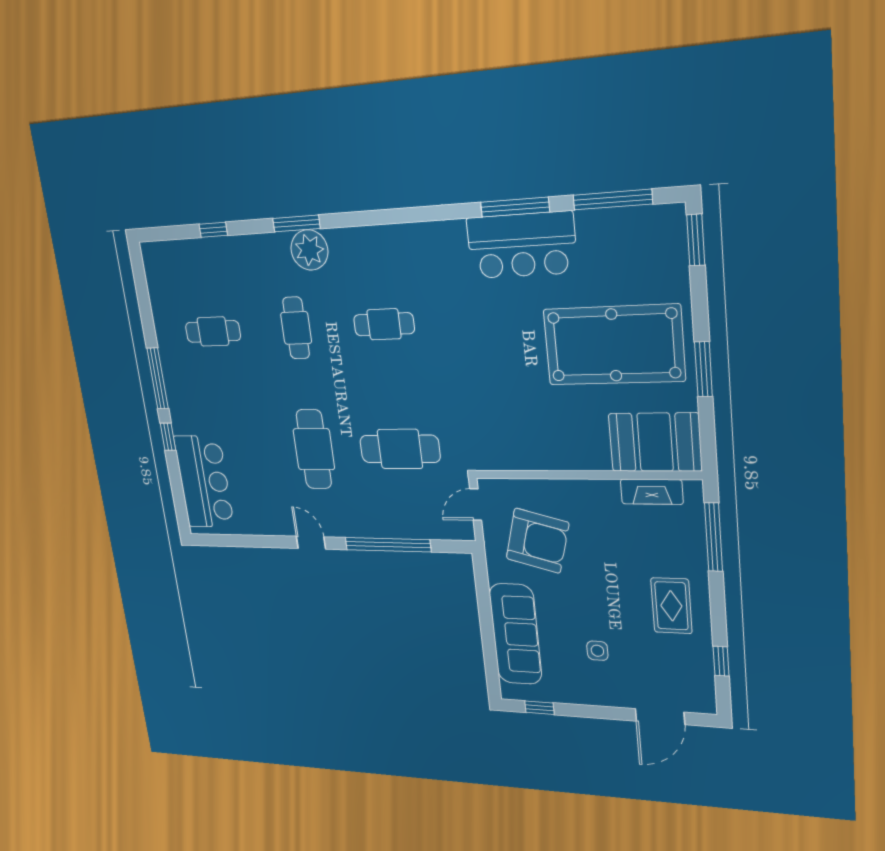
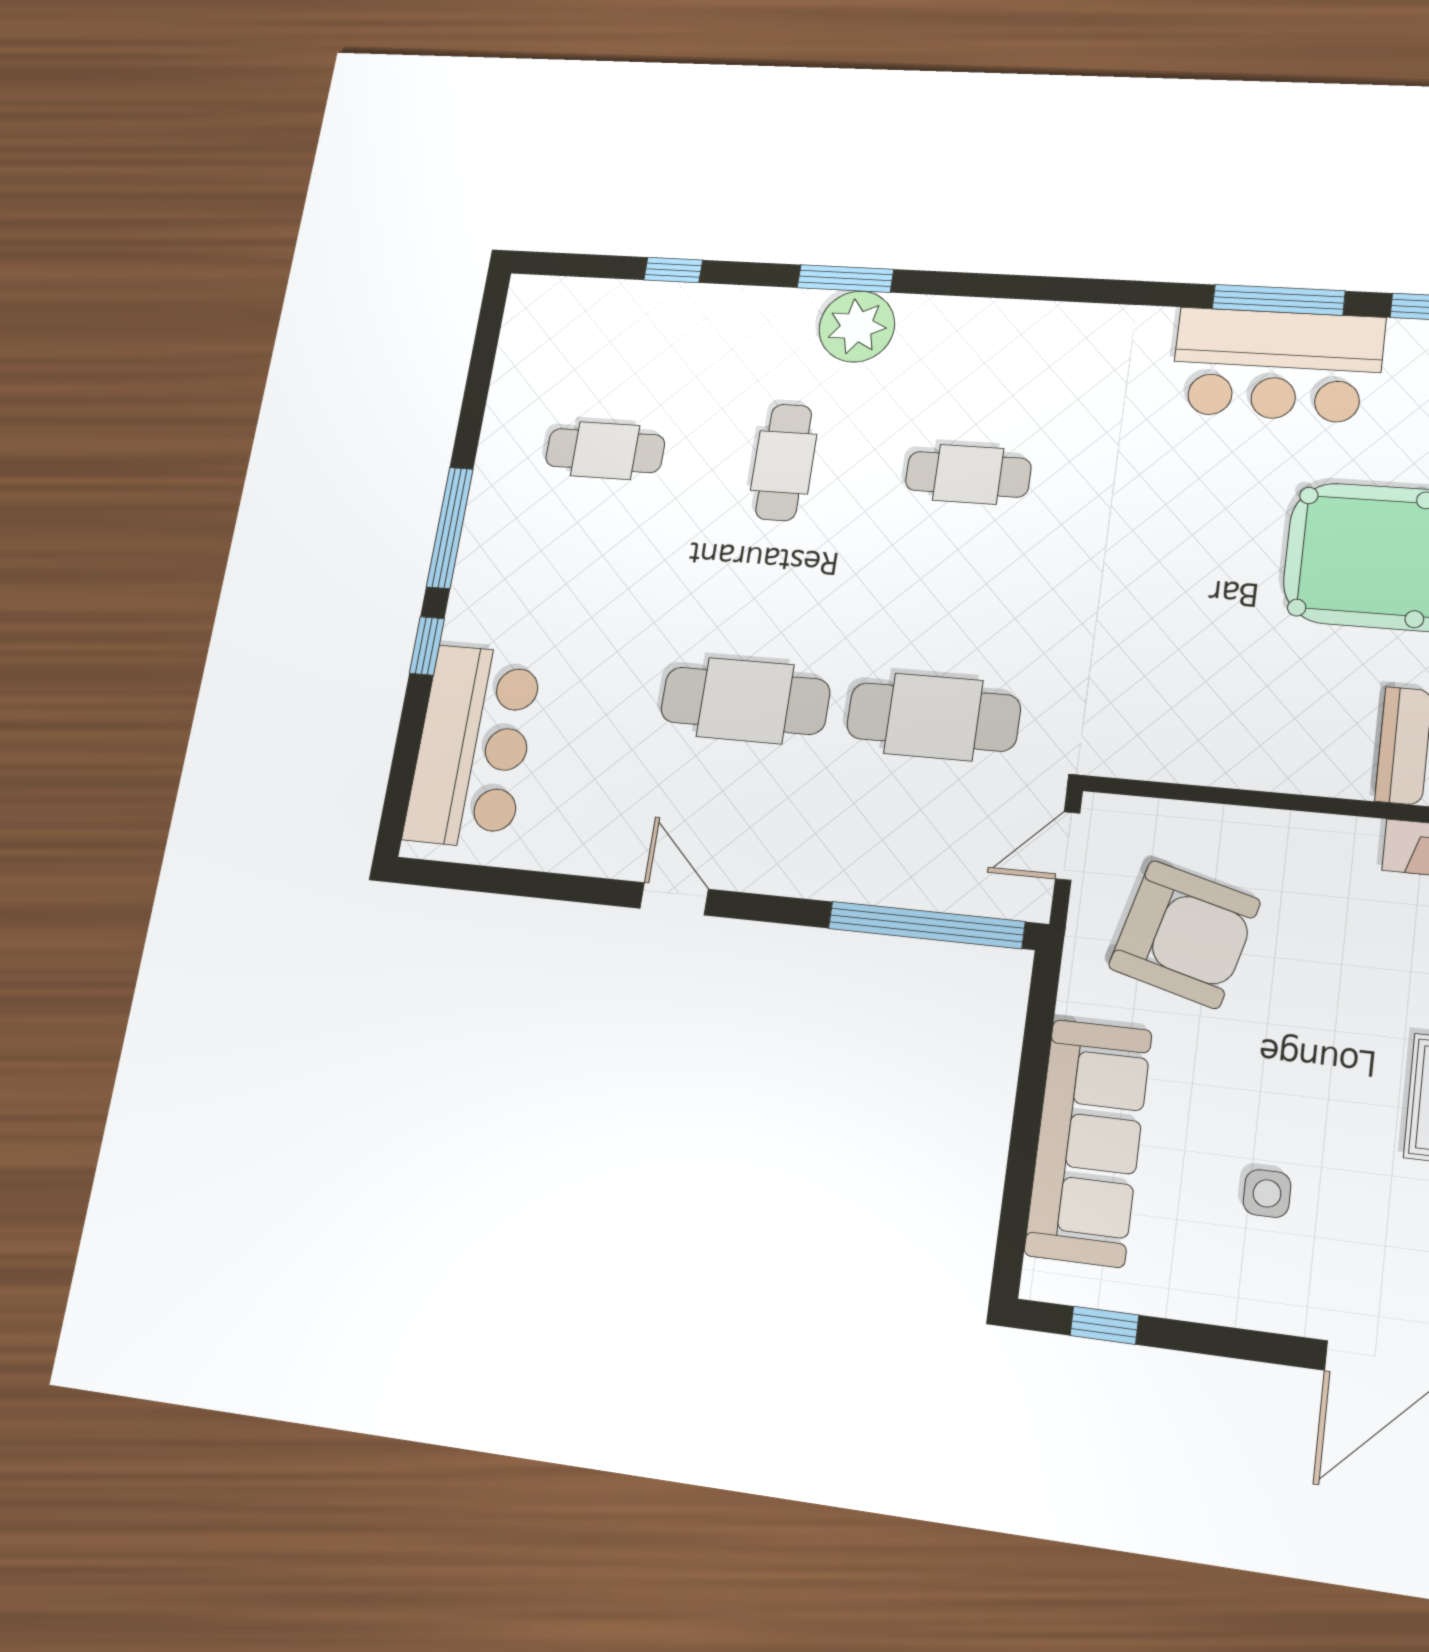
cafe table: (314, 449) -> (745, 701), turned 90
window: (388, 545) -> (926, 925), moved

